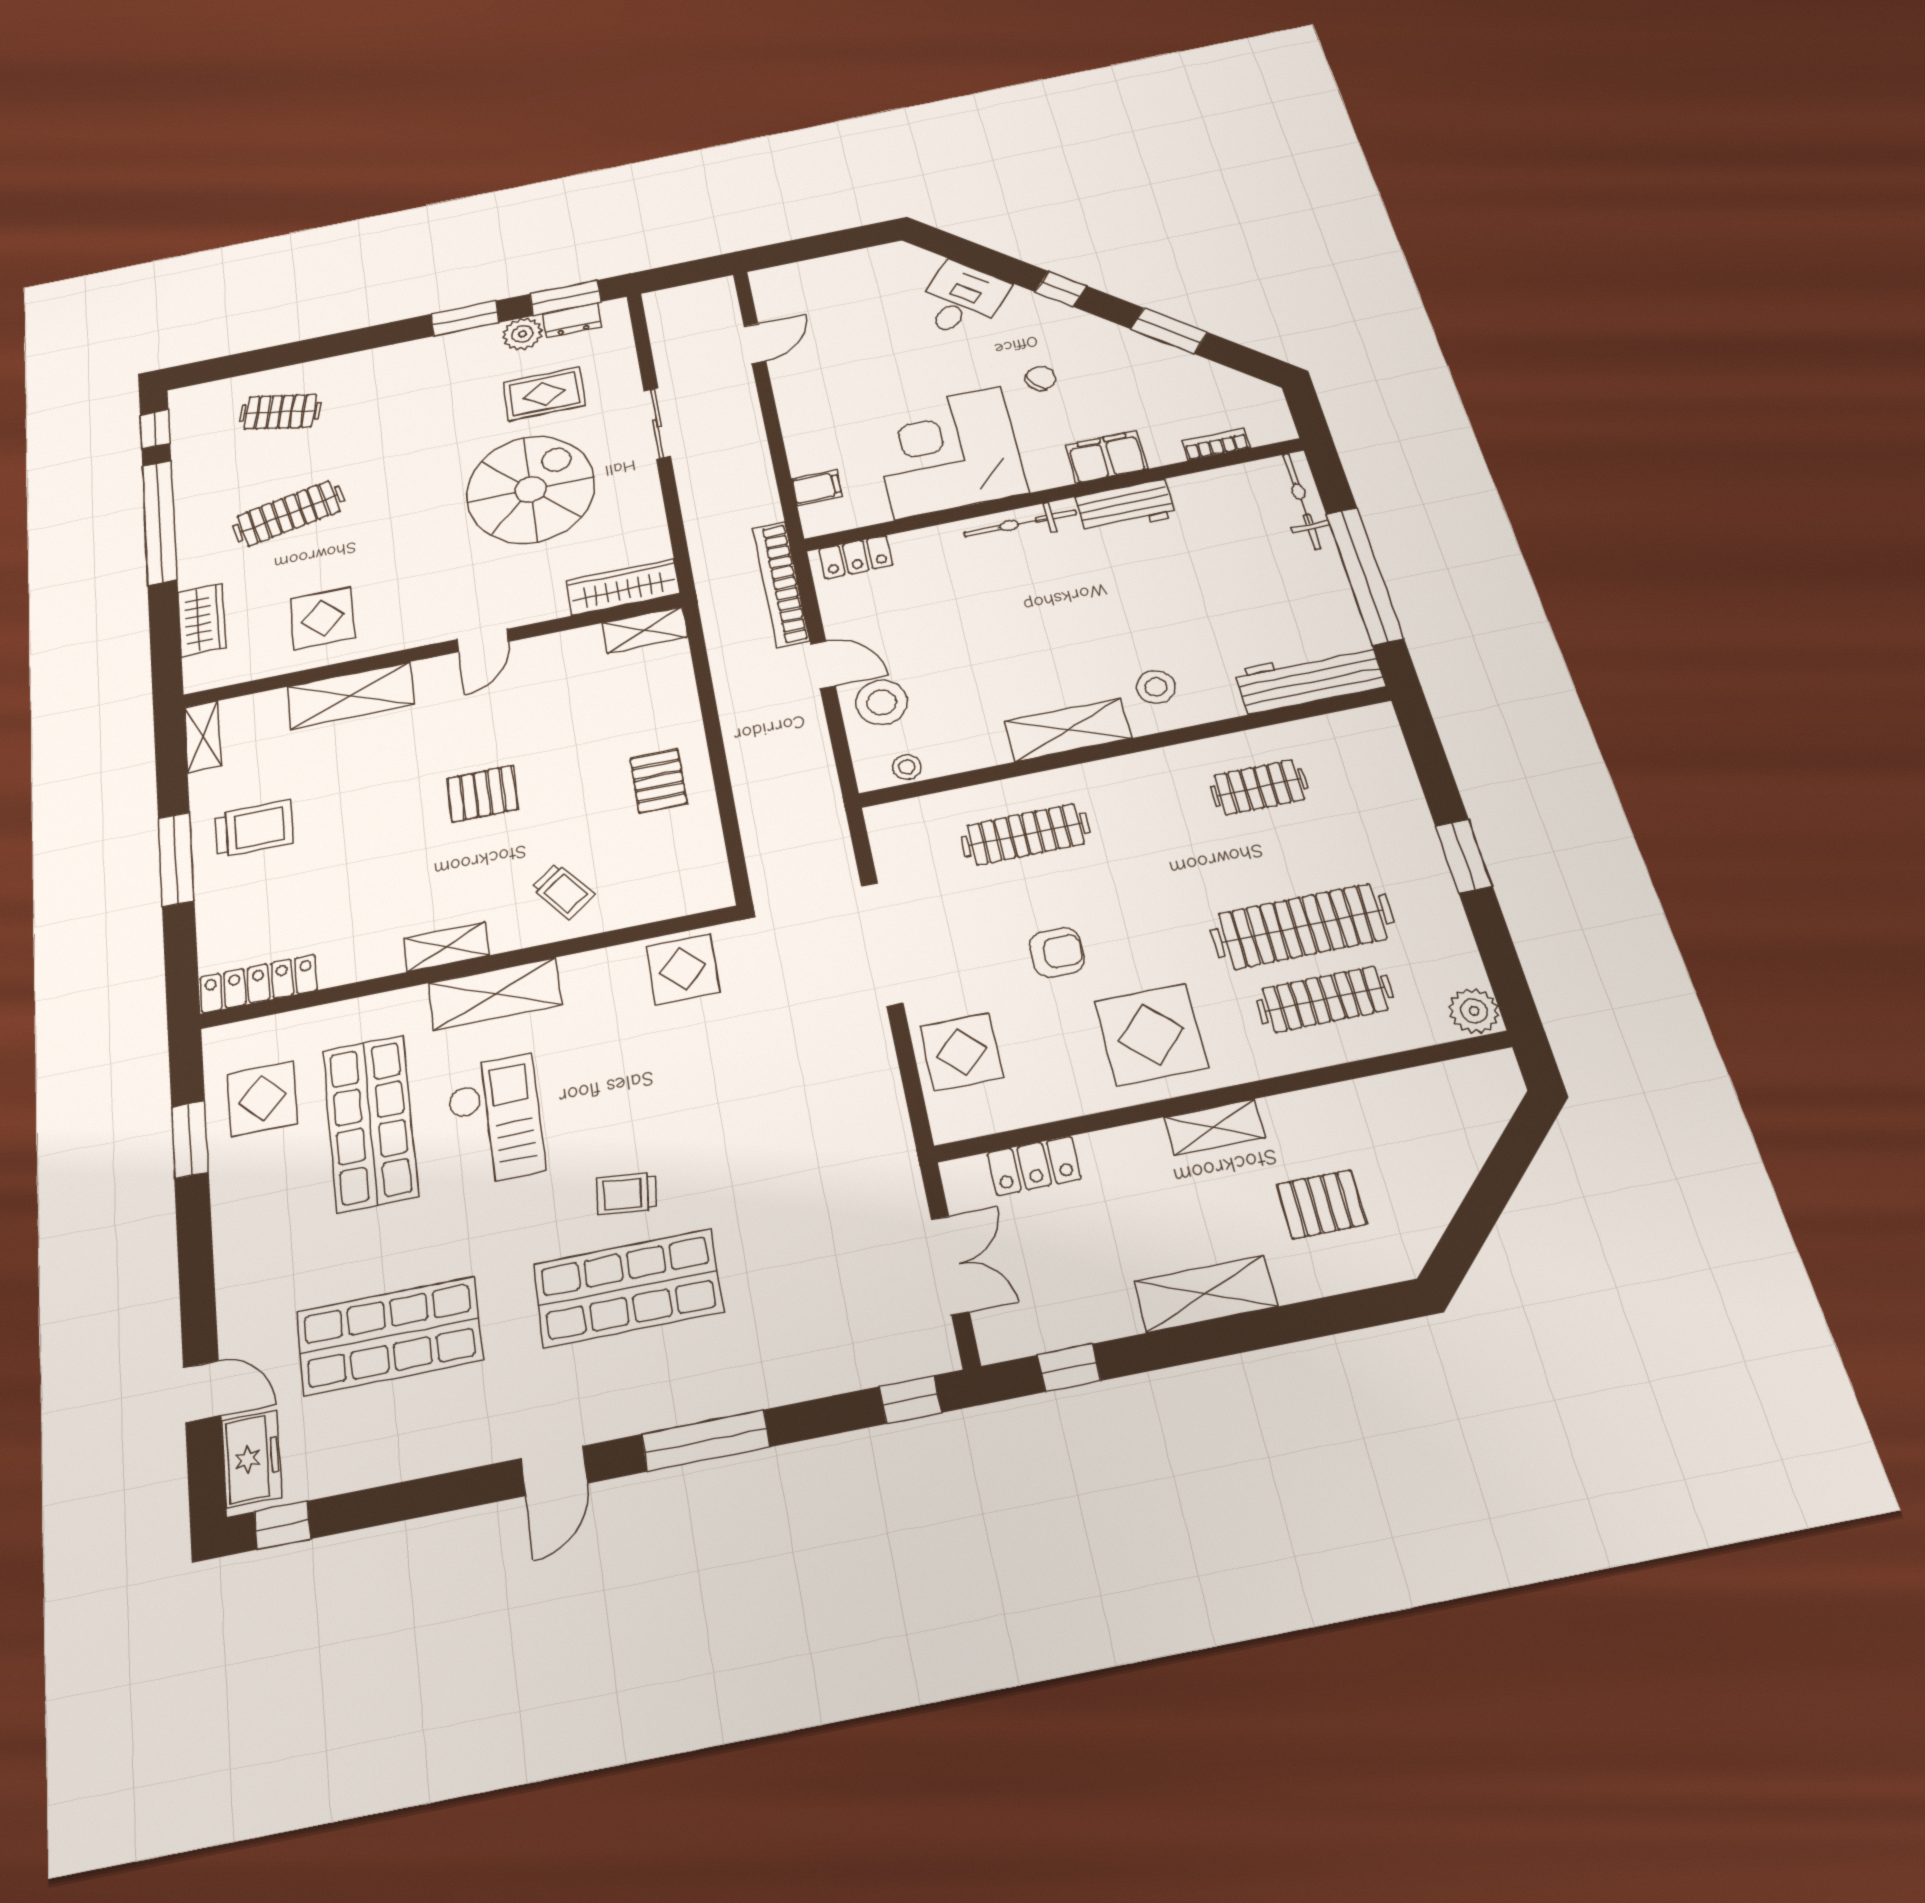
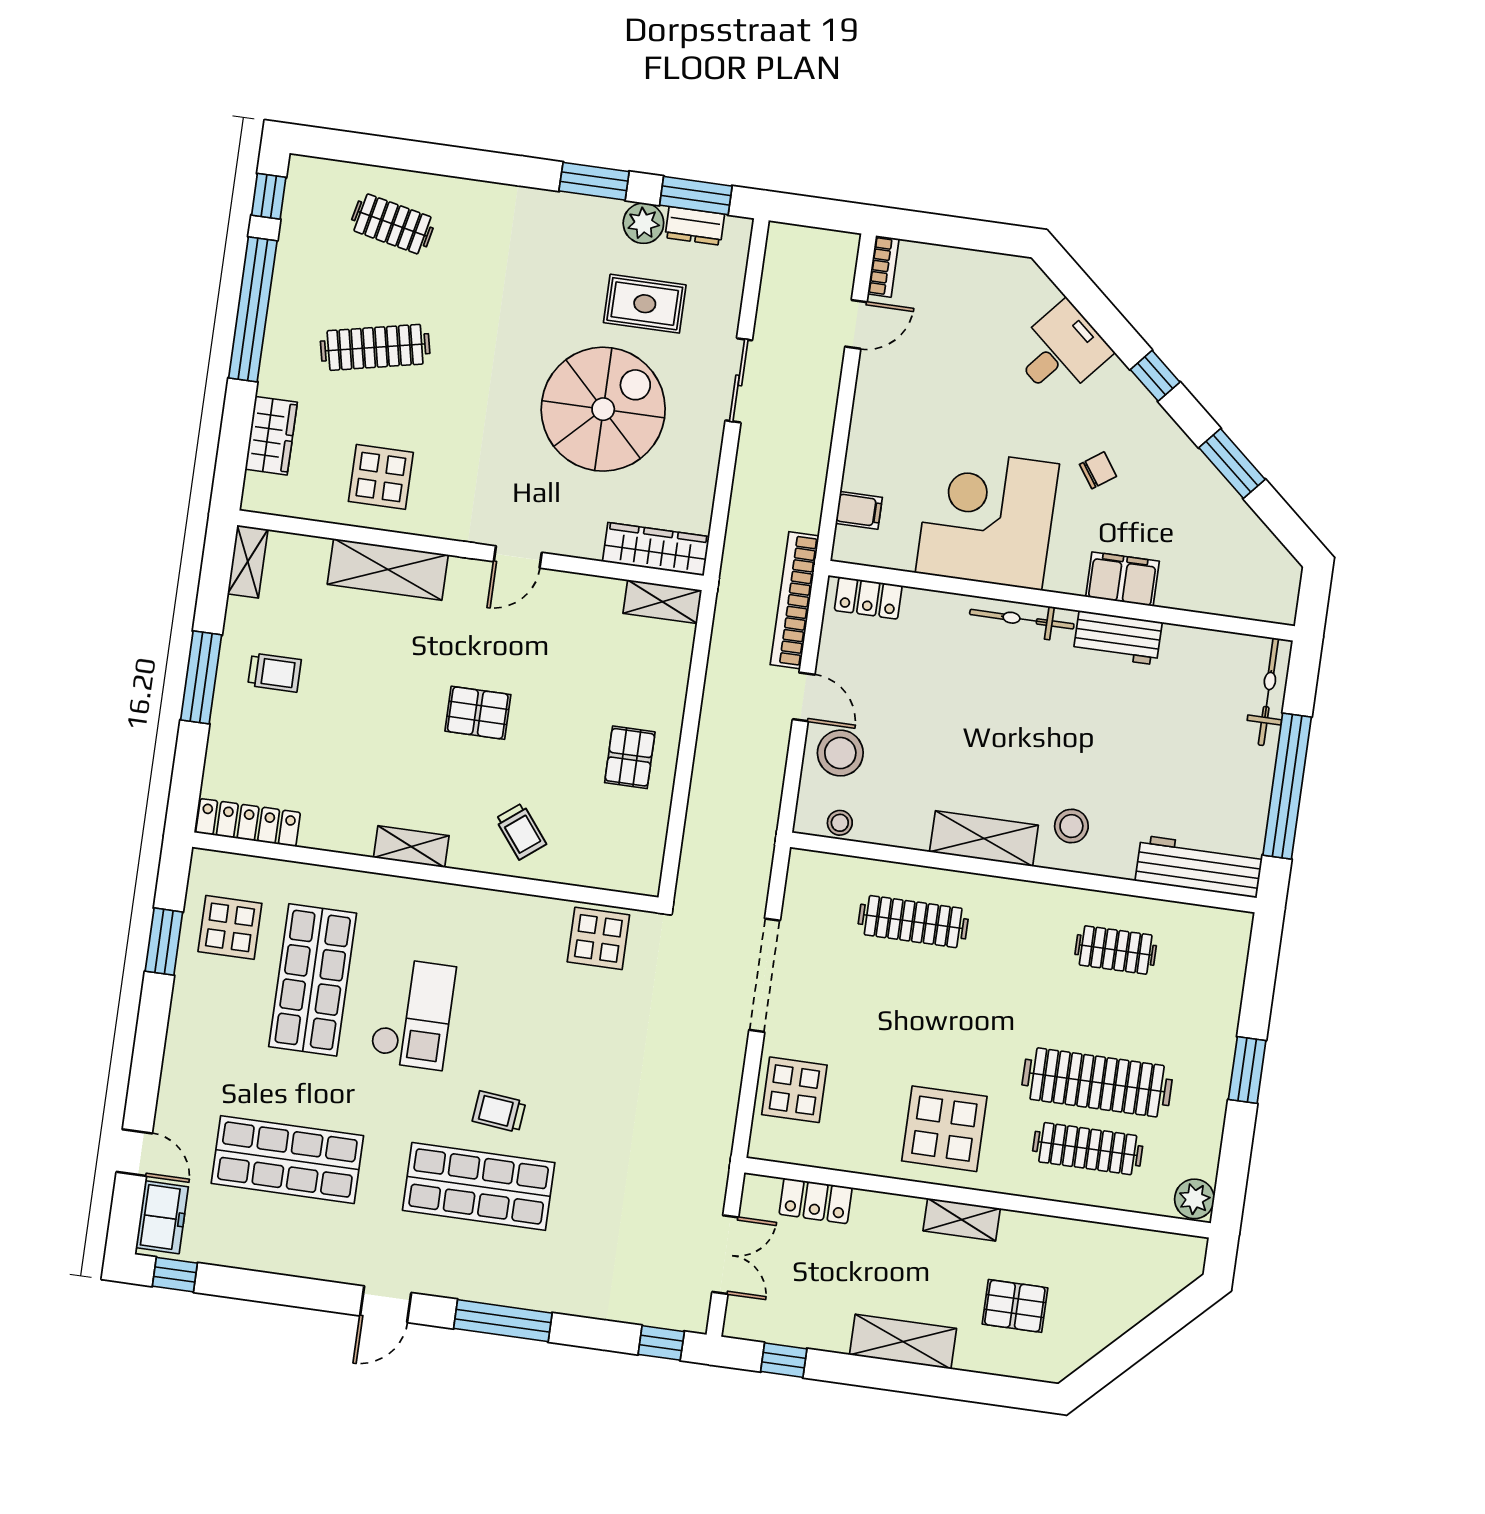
bookcase: (1216, 444) -> (883, 266), moved, turned 90
trolley: (254, 828) -> (275, 673), width x0.73, depth x0.72
armchair: (1057, 952) -> (899, 1034), removed
shelving: (495, 994) -> (440, 904), removed

